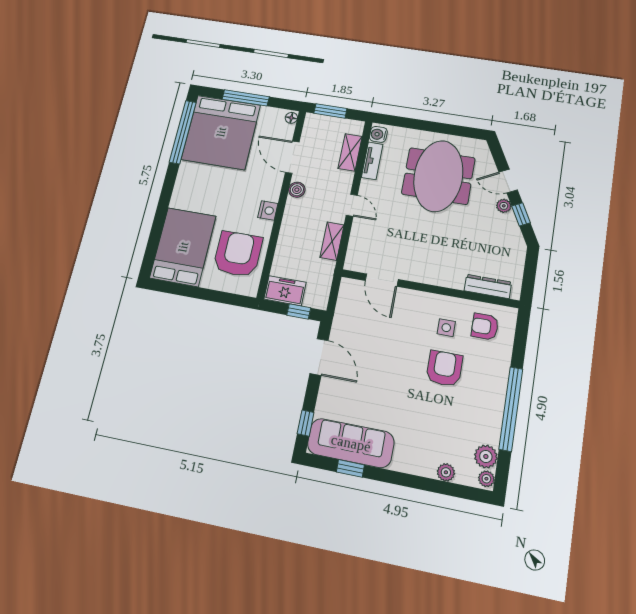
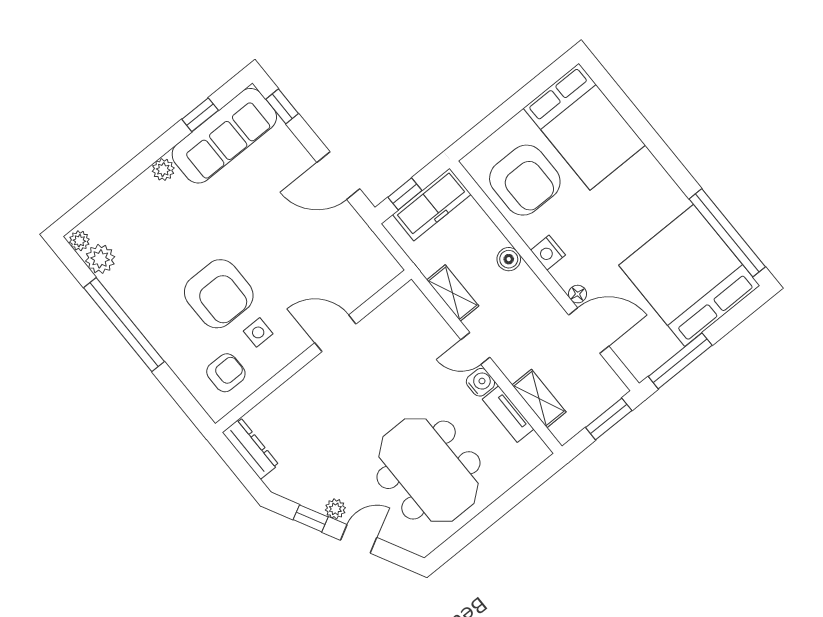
window: (246, 98) -> (680, 361), moved
floor lamp: (291, 118) -> (578, 294), moved
water cooler: (378, 134) -> (480, 382), moved
boiler: (297, 190) -> (509, 259), moved
door: (382, 280) -> (335, 333), moved
dresser: (488, 286) -> (250, 449), moved, turned -90
freezer: (285, 291) -> (432, 204), width x1.40
armchair: (444, 369) -> (219, 294), width x1.36, depth x1.36
plant: (446, 472) -> (163, 170), moved

